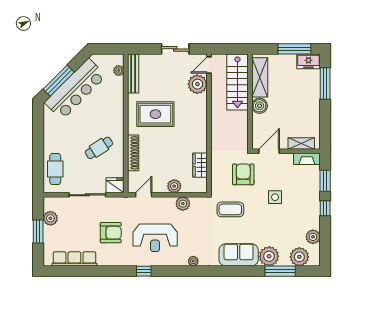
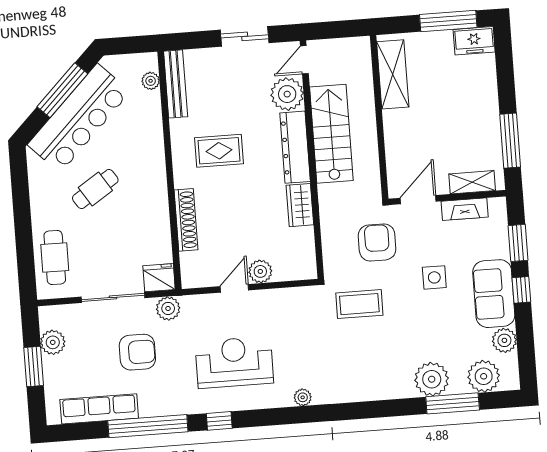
window: (59, 81) -> (62, 90), moved
stairs: (237, 82) -> (331, 134), moved, turned 180
window: (325, 83) -> (510, 141), moved
boiler: (260, 106) -> (396, 123), removed
rug: (155, 114) -> (219, 151), width x0.73, depth x0.70
dresser: (200, 115) -> (295, 147), added
cafe table: (99, 148) -> (95, 189), moved
fireplace: (307, 159) -> (465, 209), moved
wardrobe: (200, 165) -> (300, 205), moved
door: (144, 195) -> (234, 288), moved
plant: (183, 204) -> (168, 308), moved
armchair: (111, 233) -> (137, 352), moved
reception desk: (155, 238) -> (234, 362), turned 180
sofa: (239, 255) -> (494, 294), moved, turned -90
window: (102, 271) -> (148, 426), added

